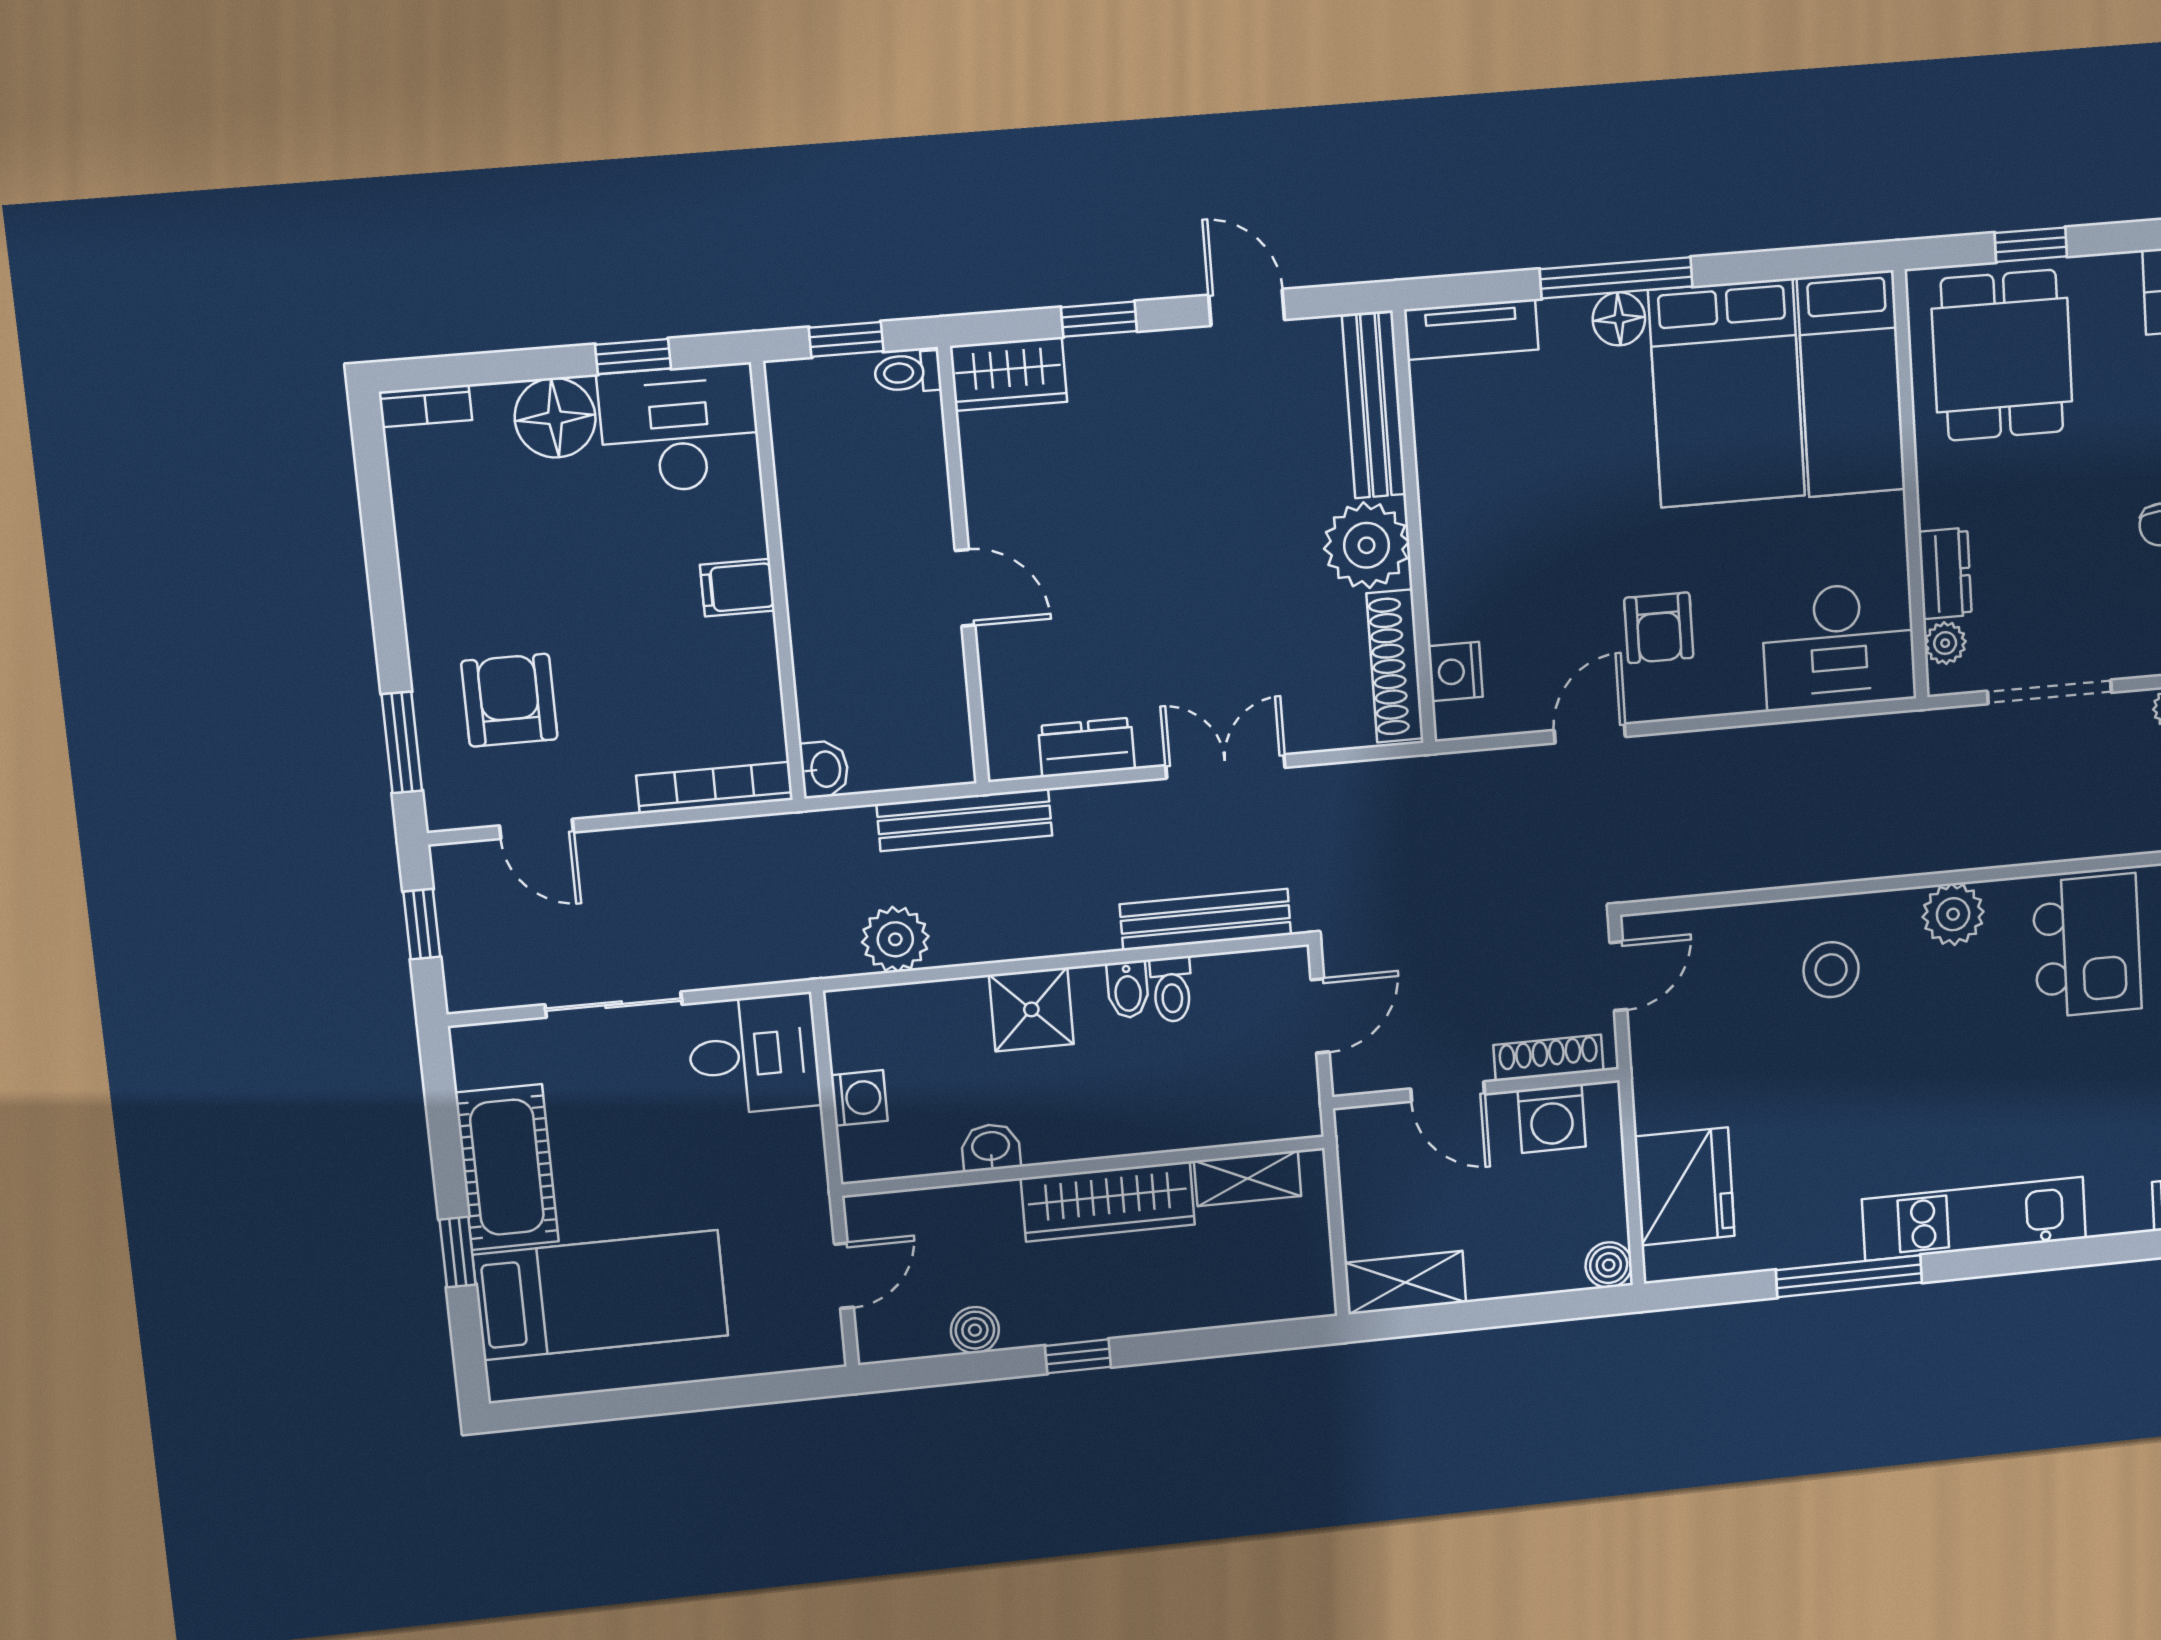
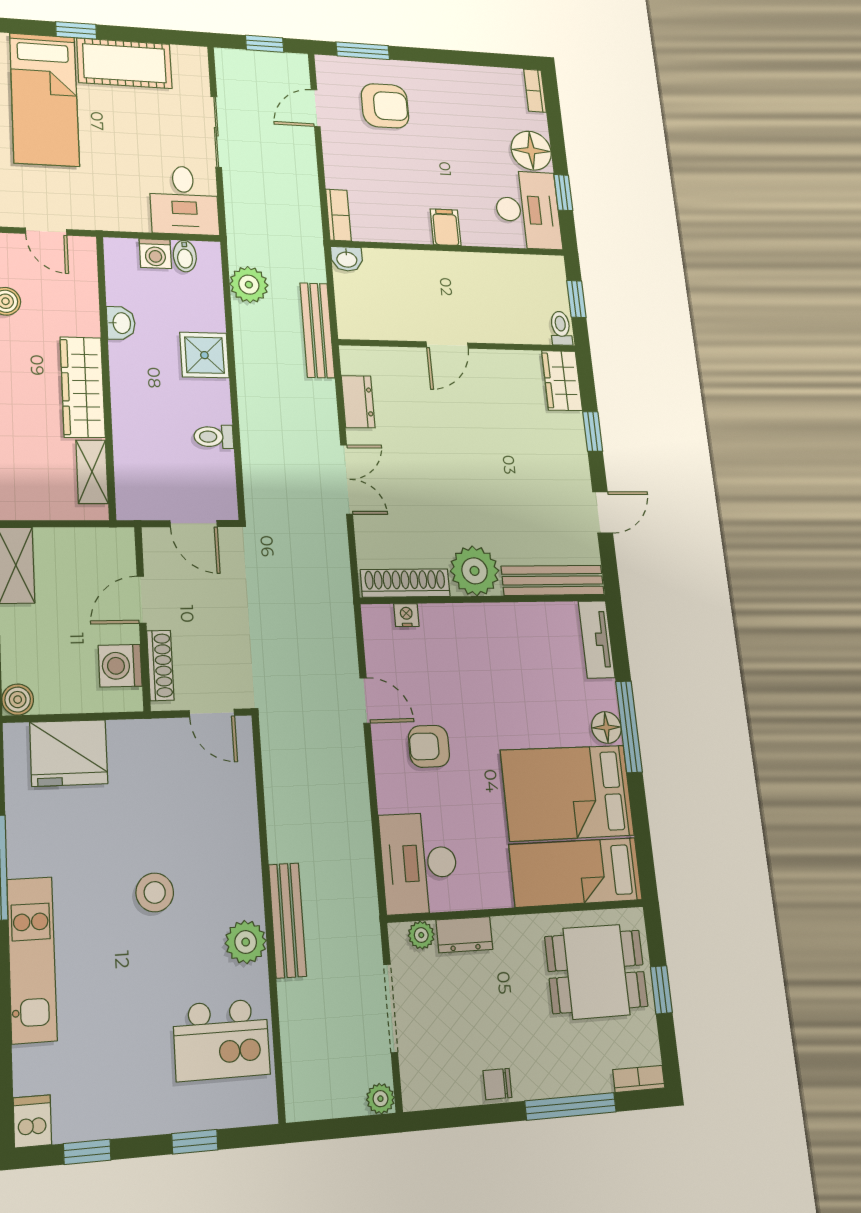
nightstand: (1455, 672) -> (406, 615), width x0.72, depth x0.74
bookcase: (715, 788) -> (338, 215), width x0.64
bench: (1205, 920) -> (287, 920), moved
stool: (1831, 970) -> (155, 892), moved
bidet: (1128, 990) -> (185, 256), moved, turned -90

